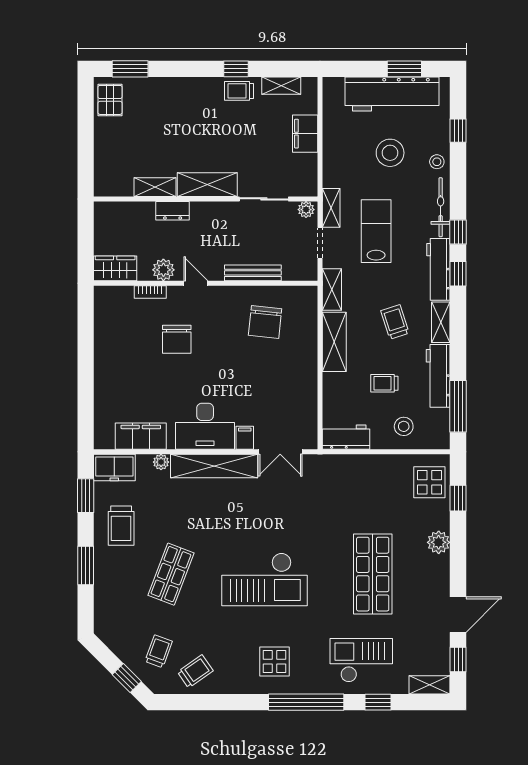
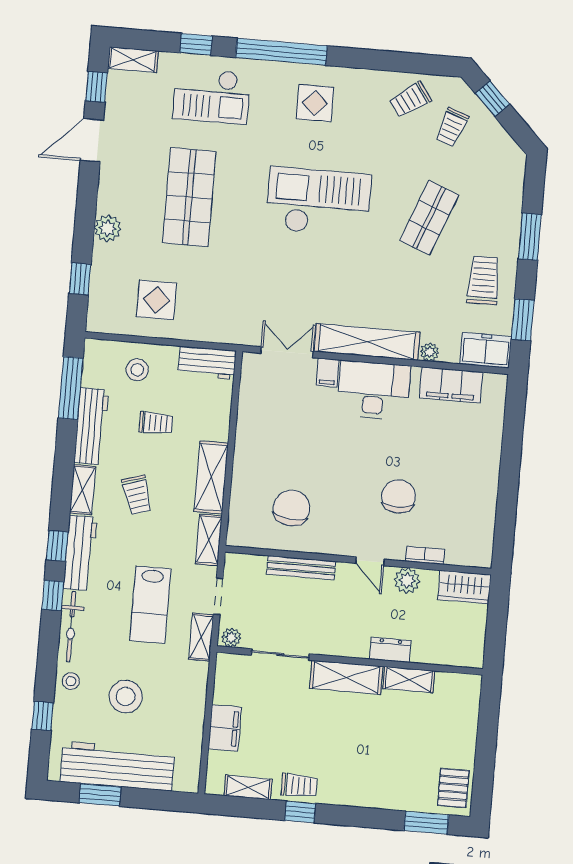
display table: (429, 482) -> (157, 300), moved

